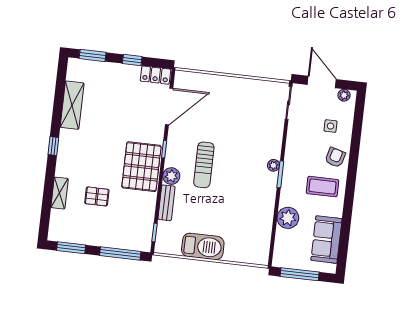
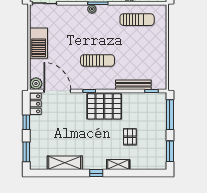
plant: (171, 176) -> (36, 84), moved
shelving: (60, 193) -> (118, 164), moved
bench: (167, 203) -> (133, 85), width x1.36
sun lounger: (252, 224) -> (137, 20), added
barbecue: (203, 246) -> (39, 43), moved, turned 180

